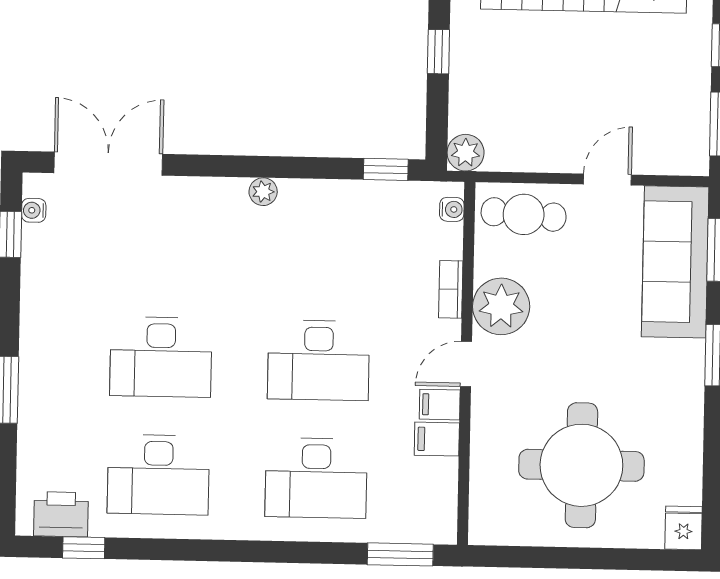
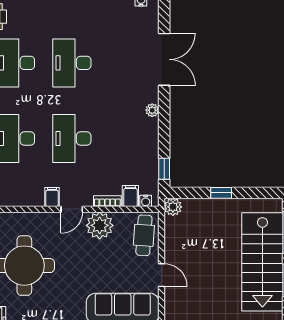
double door: (108, 164) -> (164, 59), moved
door: (466, 364) -> (72, 209), swing flipped
filing cabinet: (437, 439) -> (130, 196), moved

